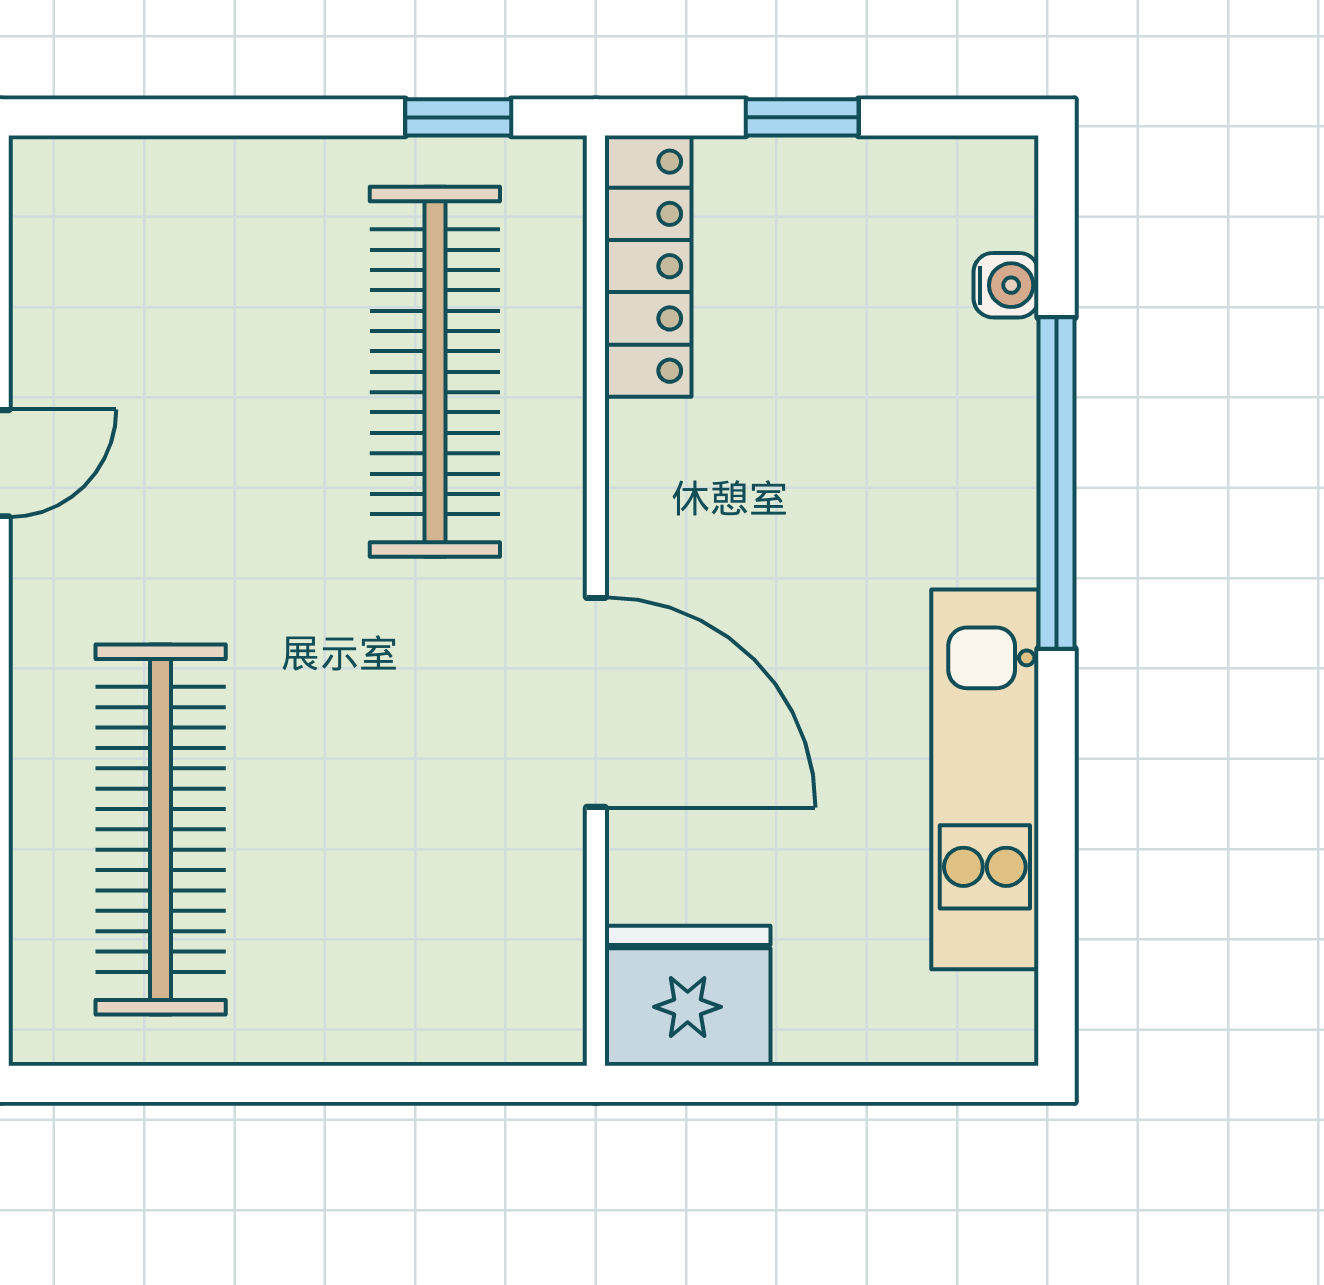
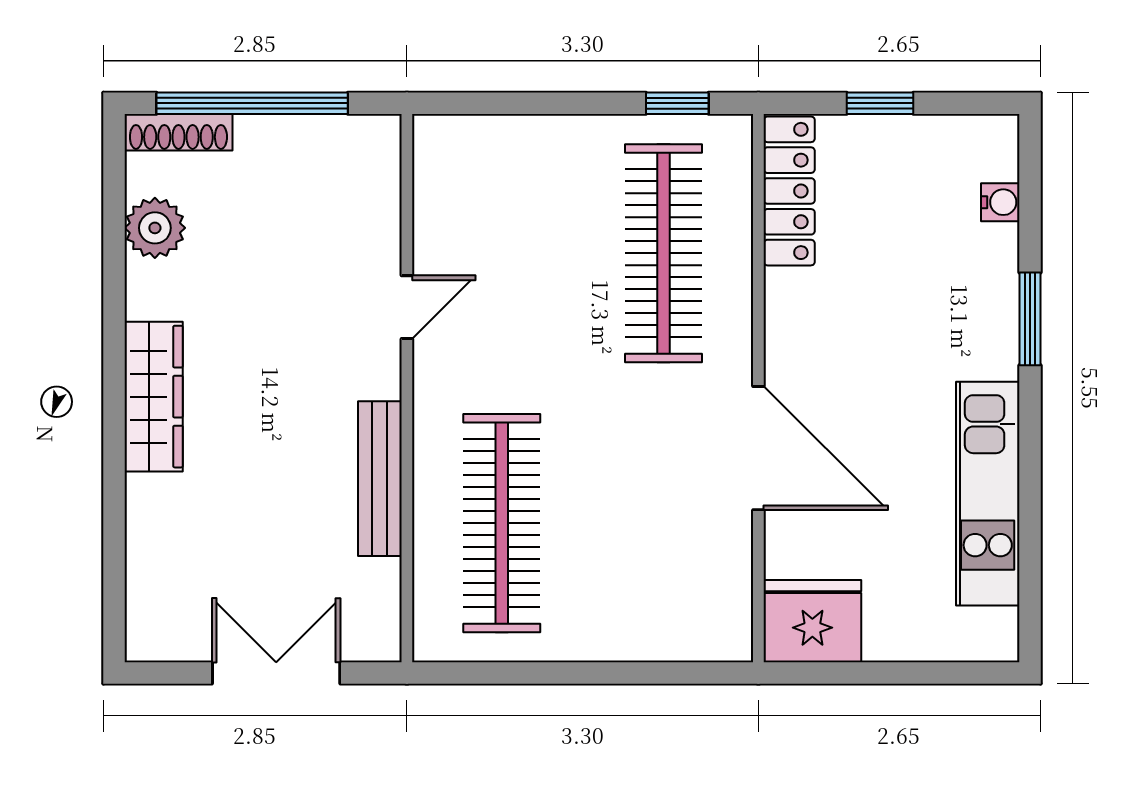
window: (1056, 483) -> (1030, 319), width x0.47

